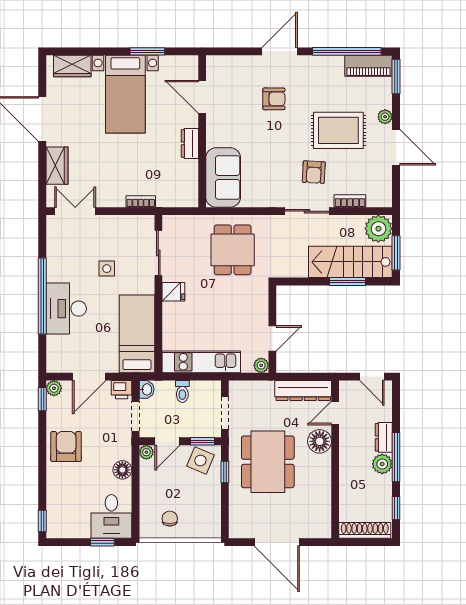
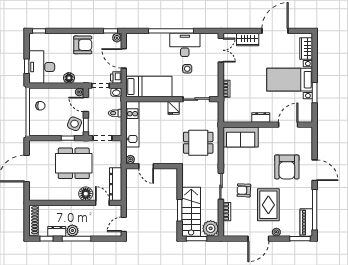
armchair: (274, 99) -> (287, 167), width x1.88, depth x1.88
desk: (66, 309) -> (185, 45), moved
dresser: (384, 437) -> (57, 231), moved
desk: (111, 516) -> (42, 67), width x1.37

